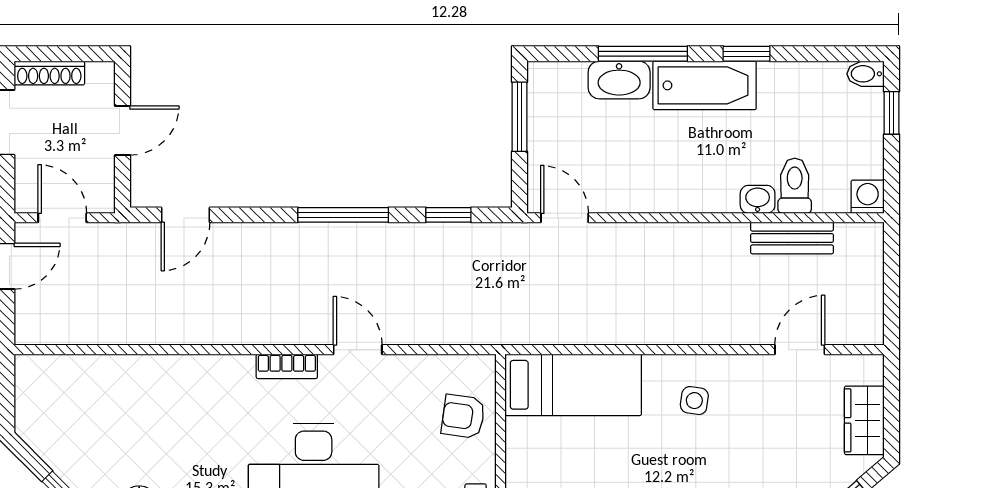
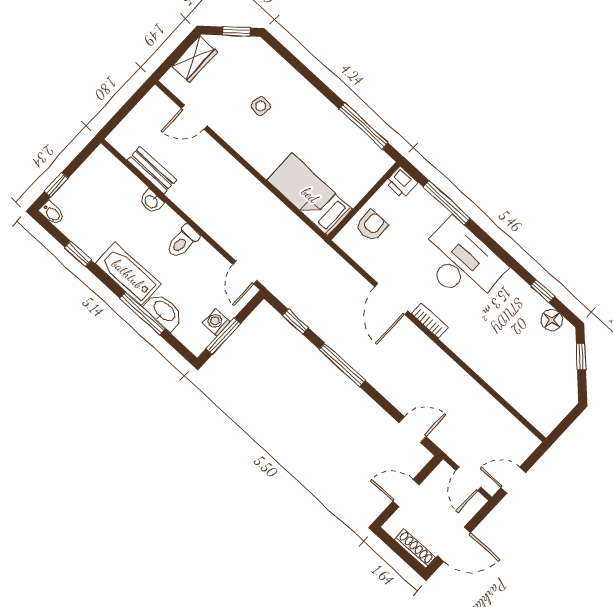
window: (747, 54) -> (78, 254), moved
toilet: (795, 186) -> (183, 241), moved
washing machine: (868, 197) -> (216, 322), moved, turned 90
door: (358, 350) -> (391, 299), width x1.38
side table: (694, 401) -> (261, 106), moved
armchair: (463, 416) -> (372, 226), turned -98

